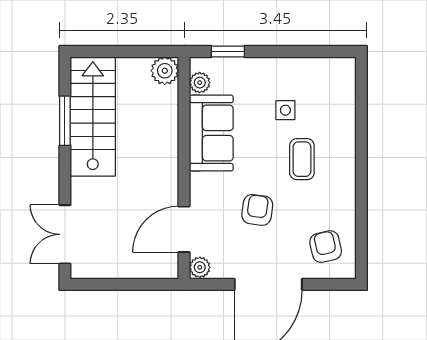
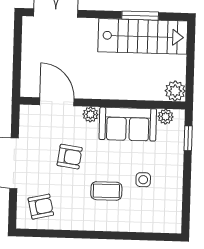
plant: (200, 267) -> (90, 114), moved

